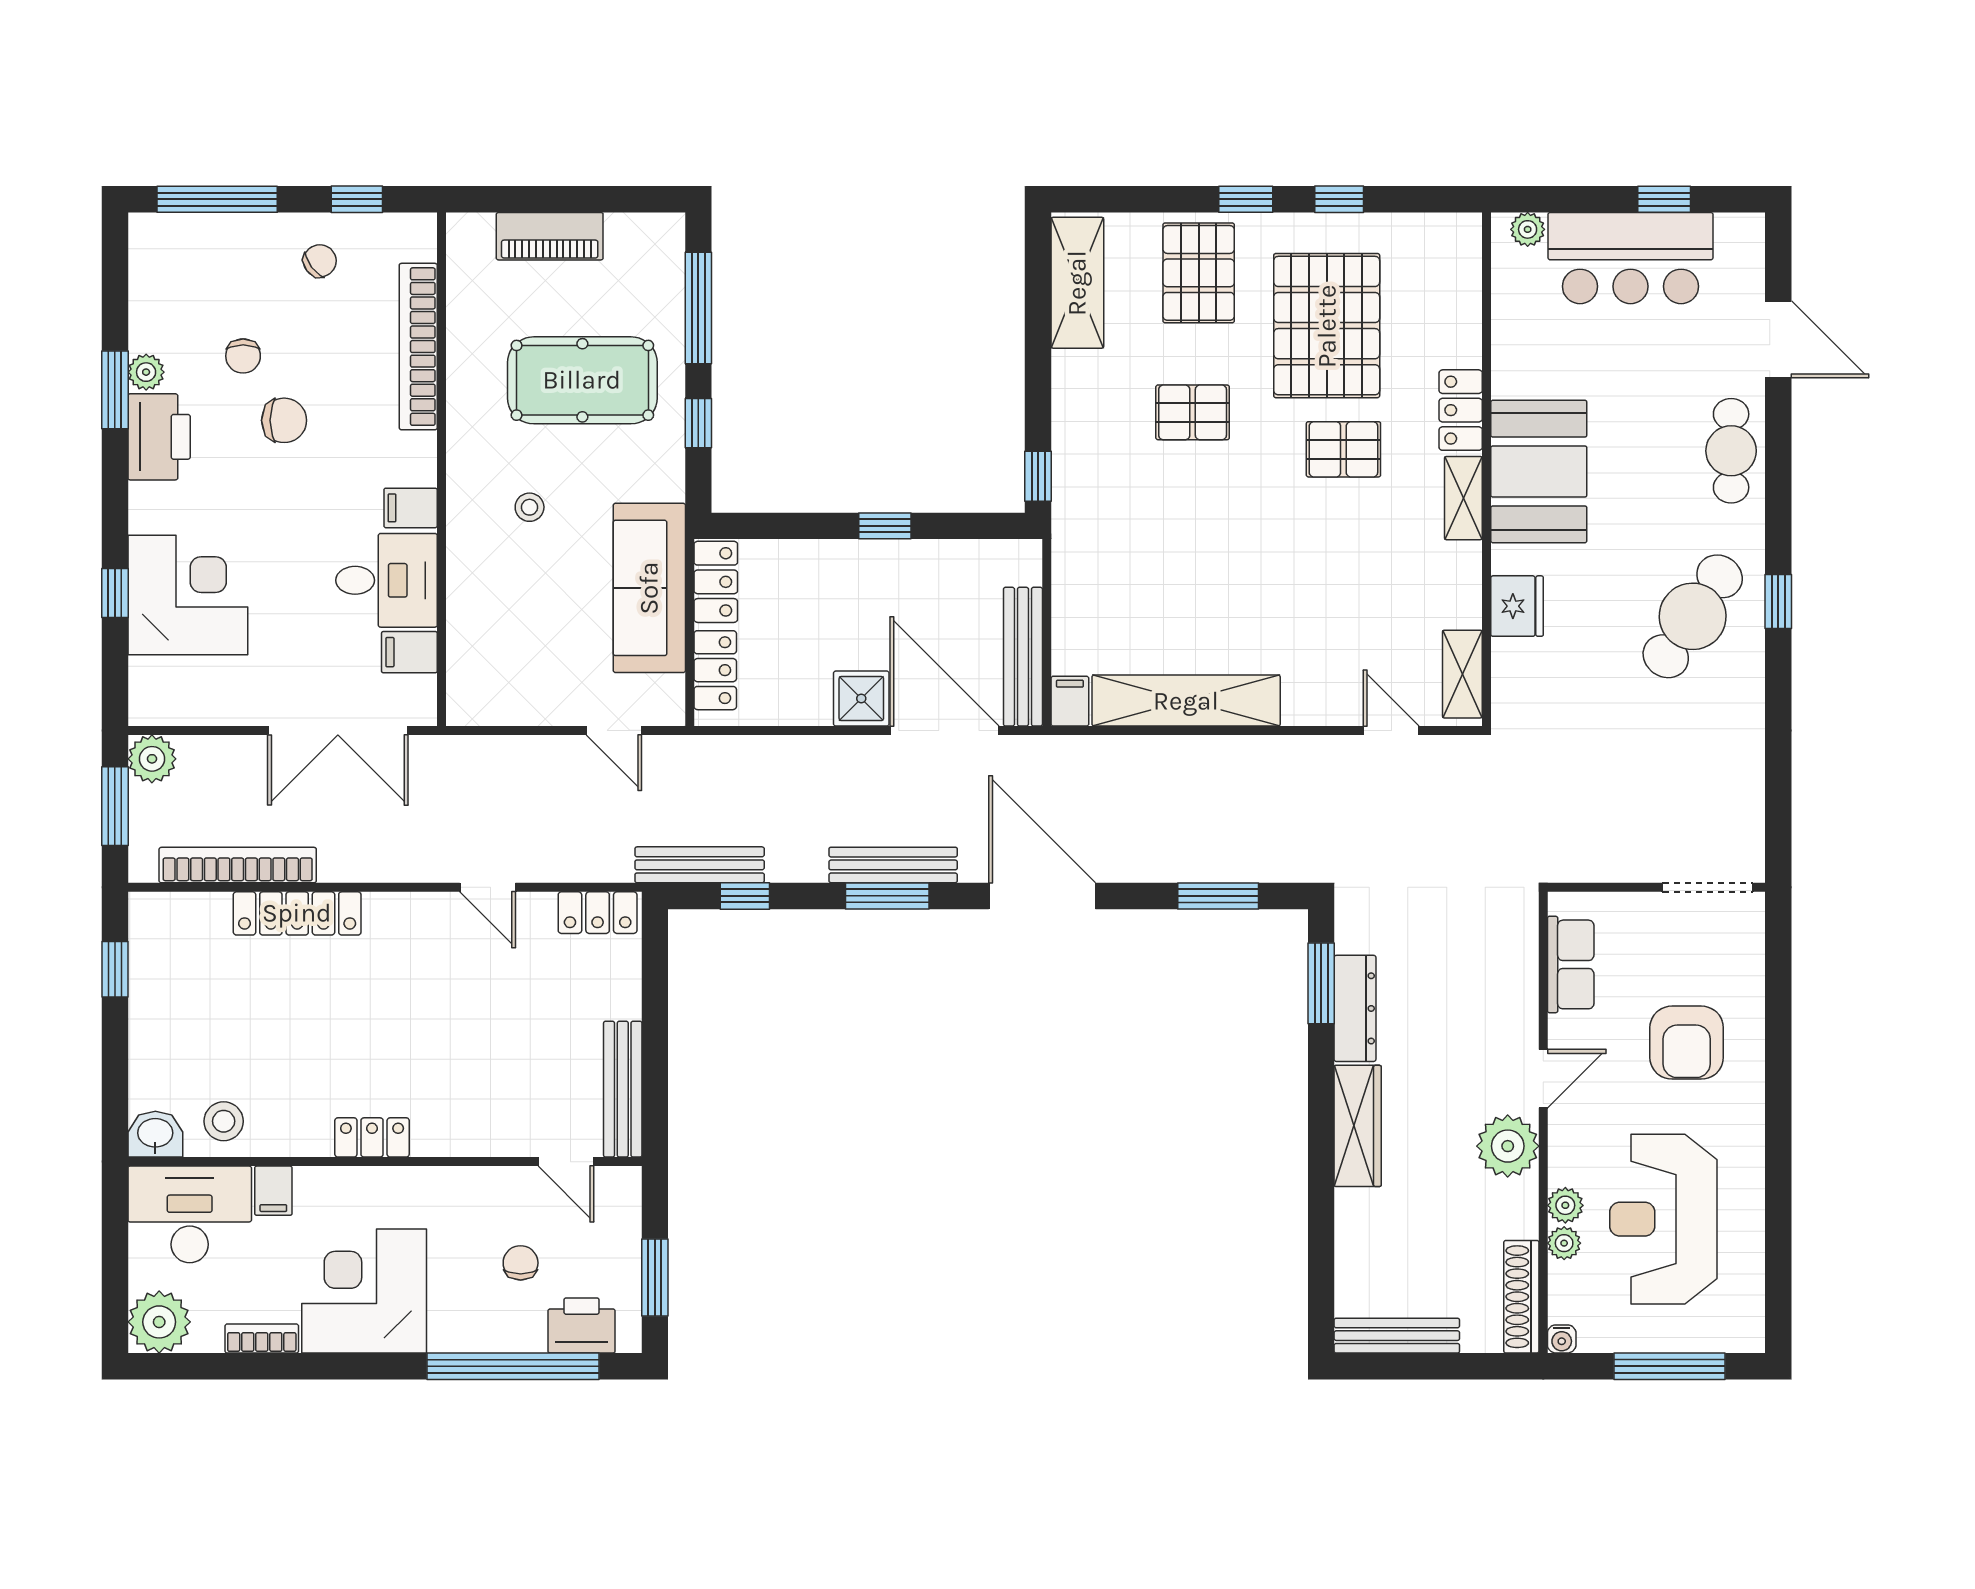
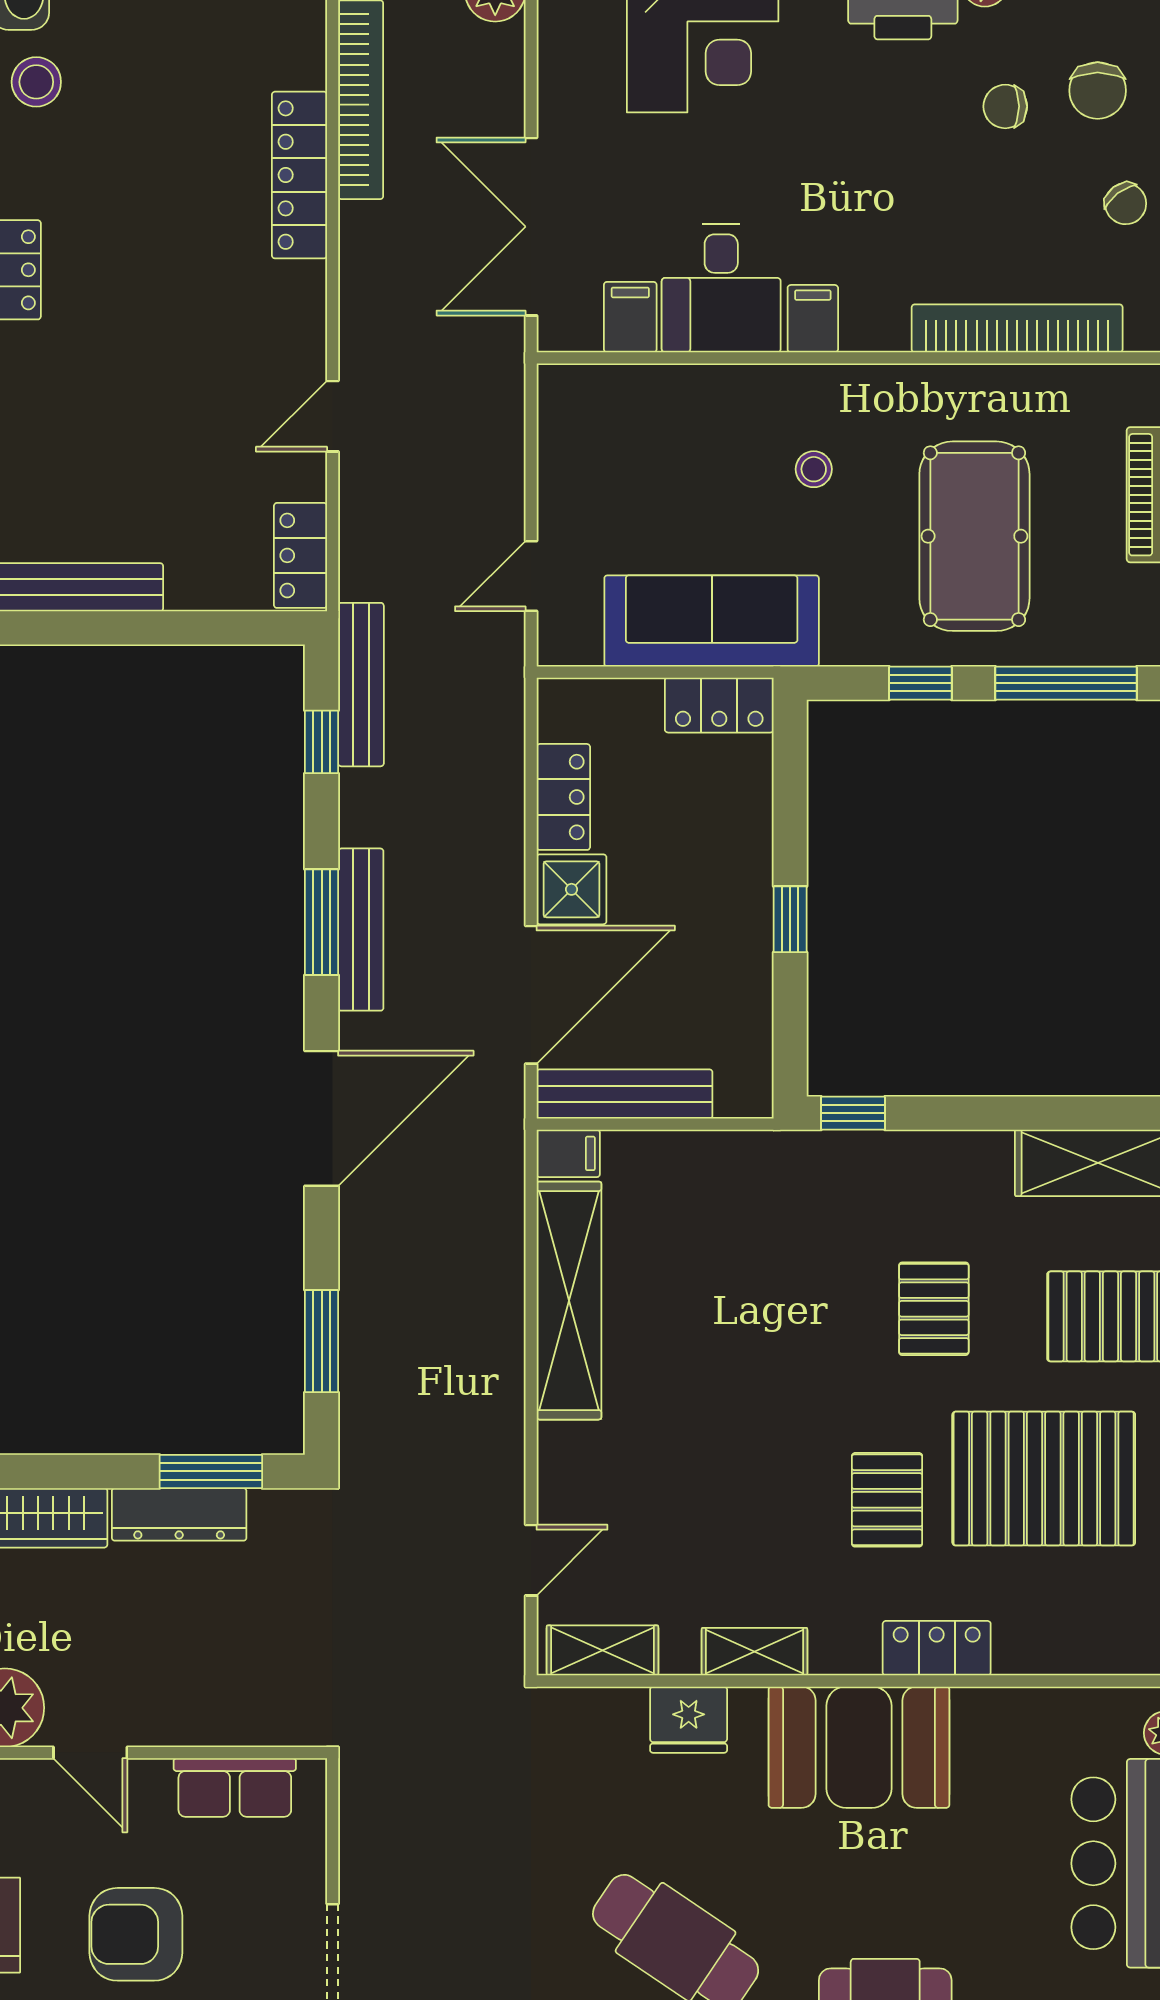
chair: (284, 420) -> (1098, 91), moved
shelving: (1463, 498) -> (754, 1652), moved
locker: (715, 670) -> (563, 797), moved, turned -90

